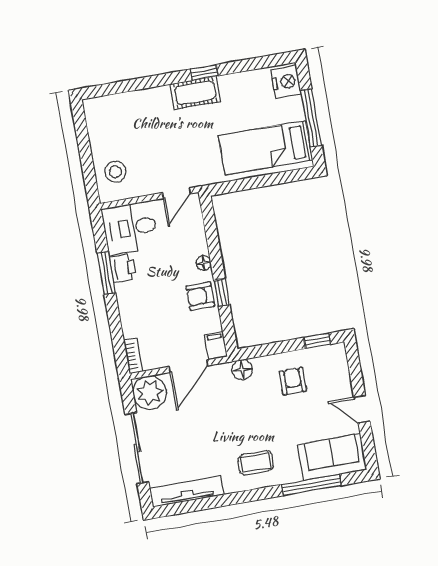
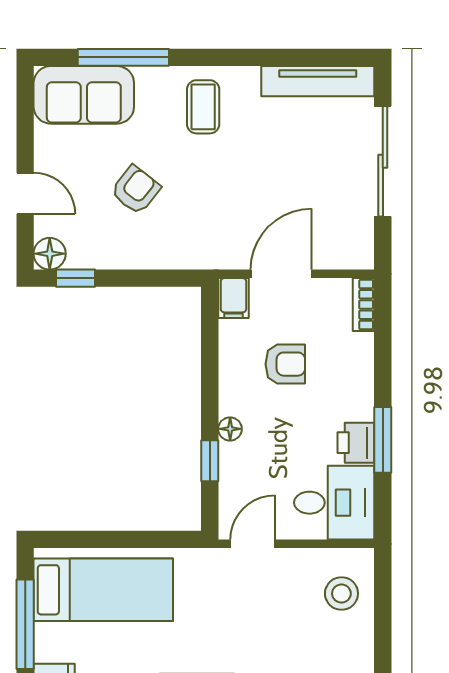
window: (222, 293) -> (210, 461), moved
armchair: (200, 296) -> (285, 364), moved
floor lamp: (242, 370) -> (50, 254), moved
armchair: (293, 381) -> (136, 190), moved, turned -142
plant: (150, 393) -> (348, 243), removed
door: (362, 409) -> (25, 193), moved
coffee table: (256, 463) -> (203, 107), turned 90

